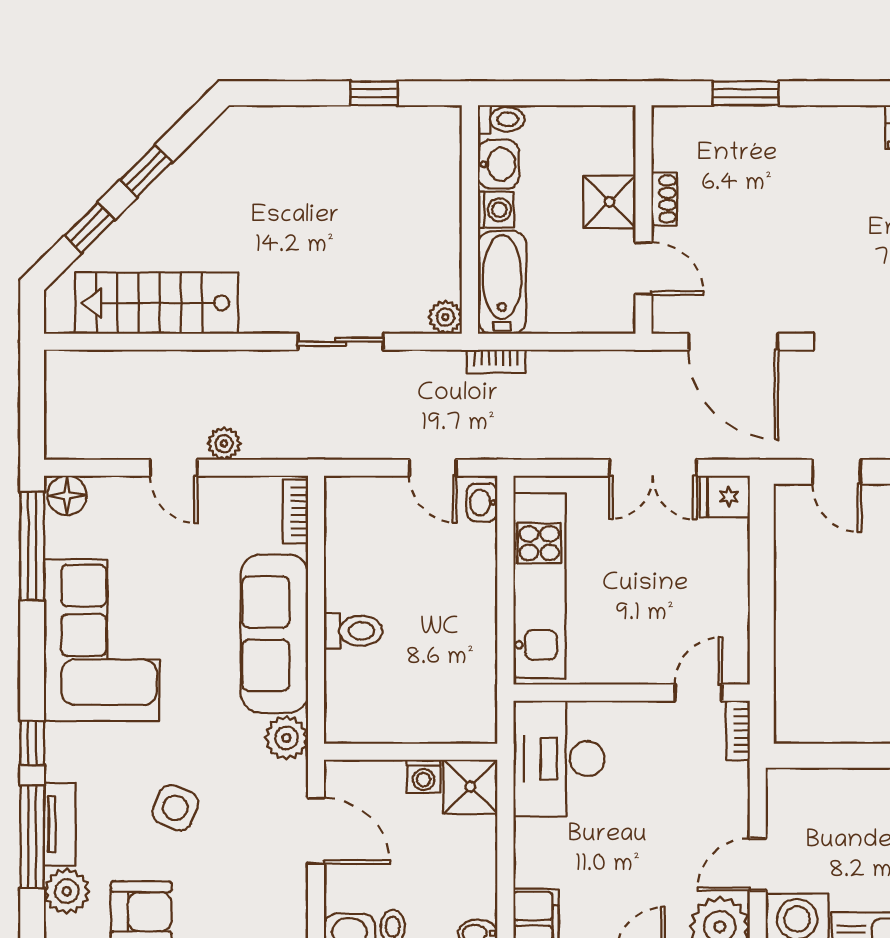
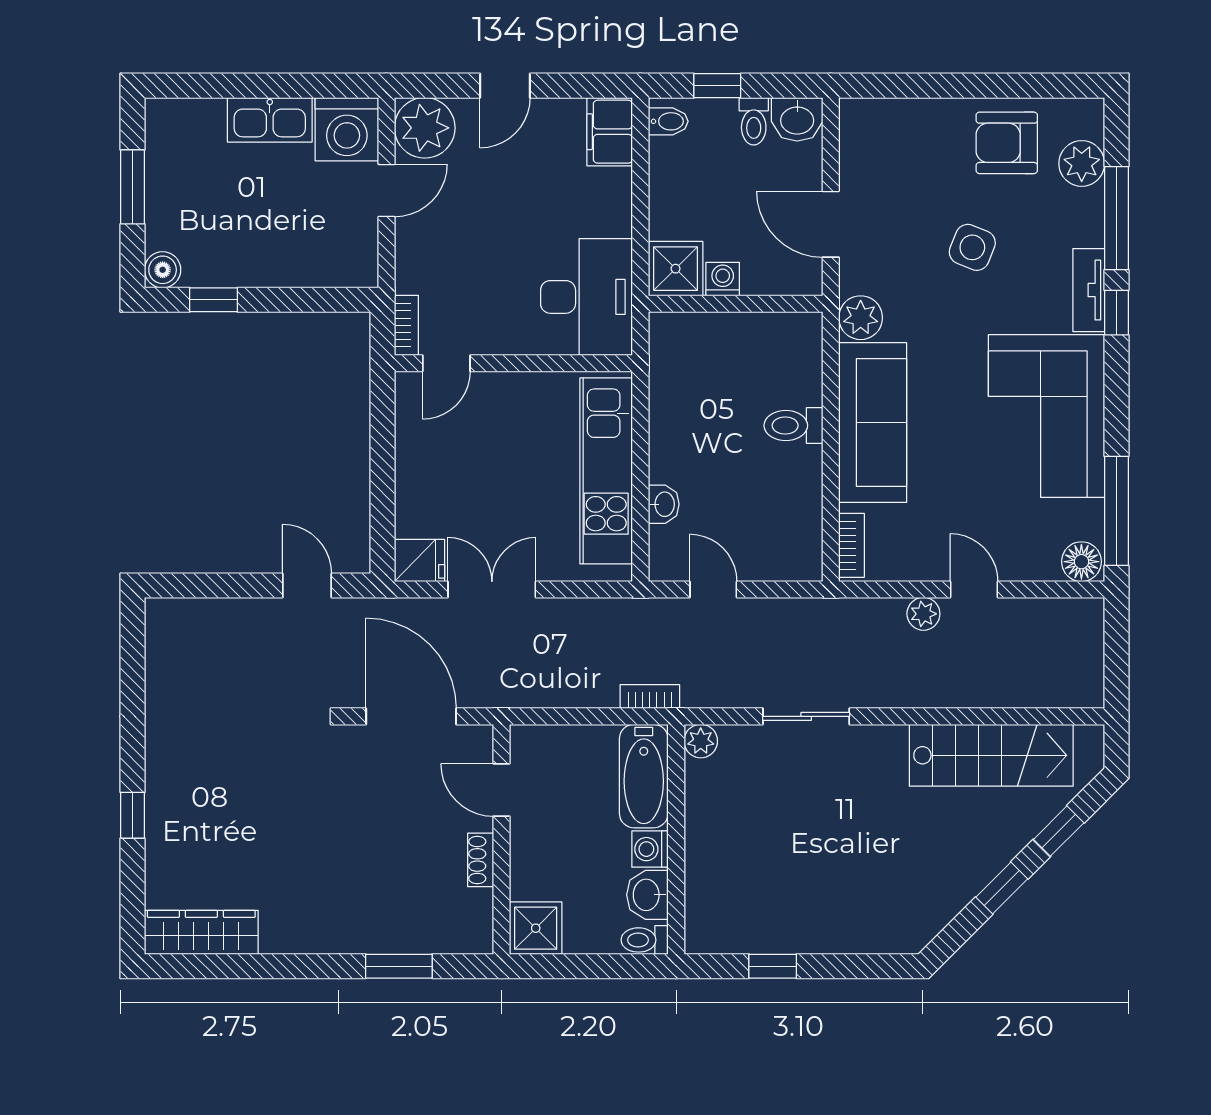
shower: (609, 202) -> (536, 928), moved
washbasin: (482, 503) -> (664, 504), moved
tv unit: (60, 824) -> (1089, 290), moved

